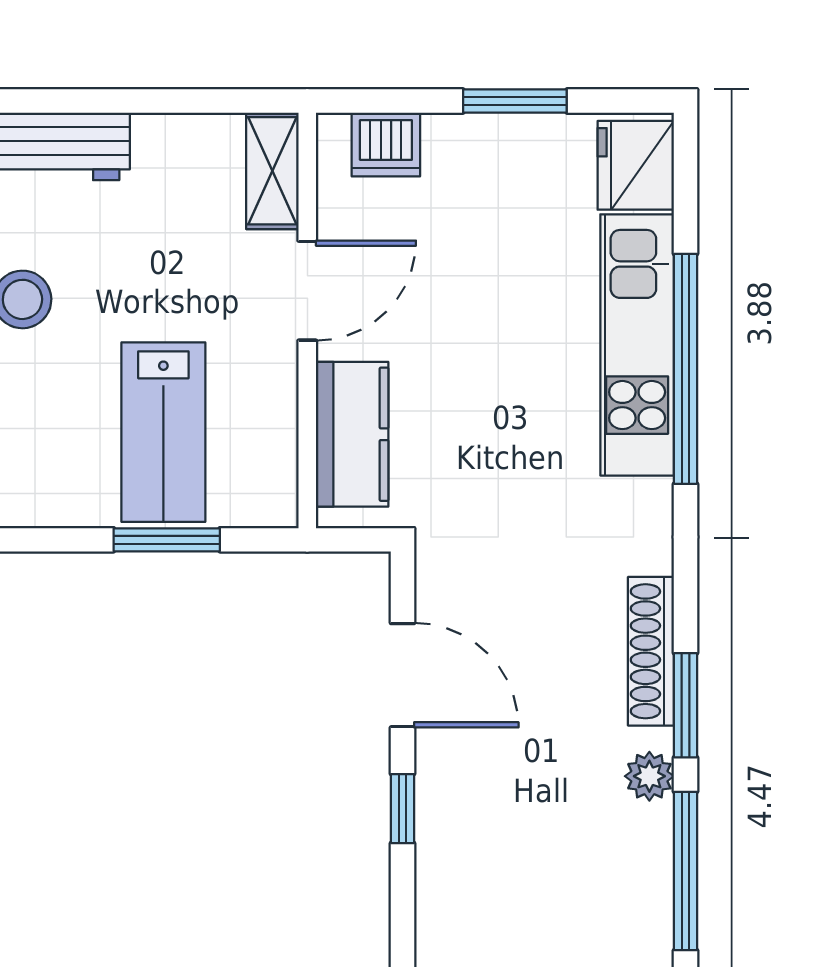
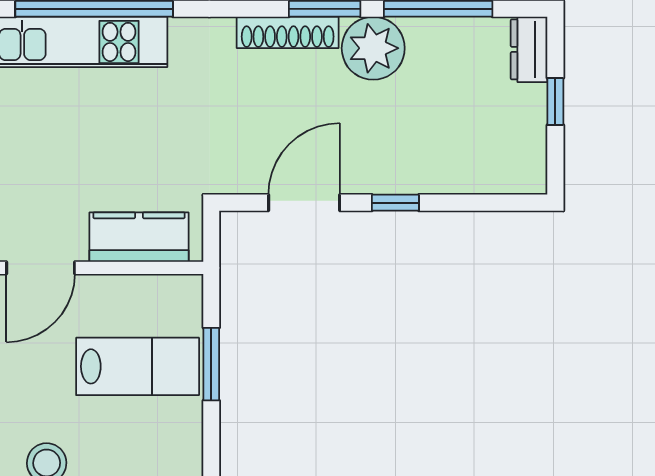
door: (307, 291) -> (41, 268), swing flipped
plant: (649, 776) -> (373, 48), width x1.87, depth x1.87

